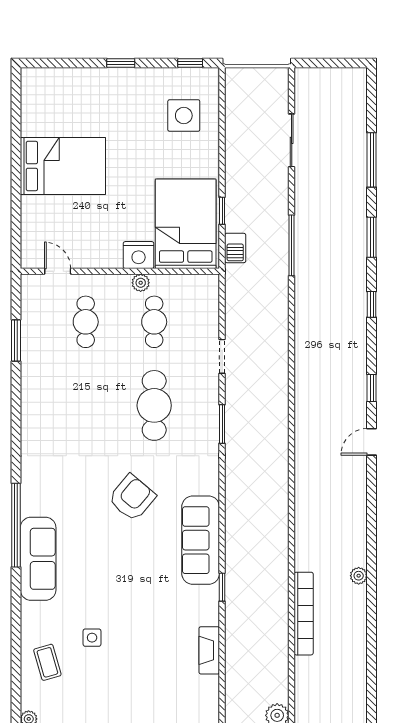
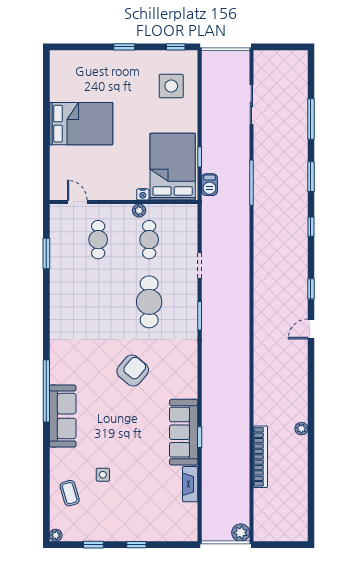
nightstand: (139, 255) -> (143, 194), width x0.53, depth x0.56
sofa: (201, 540) -> (184, 432), moved

